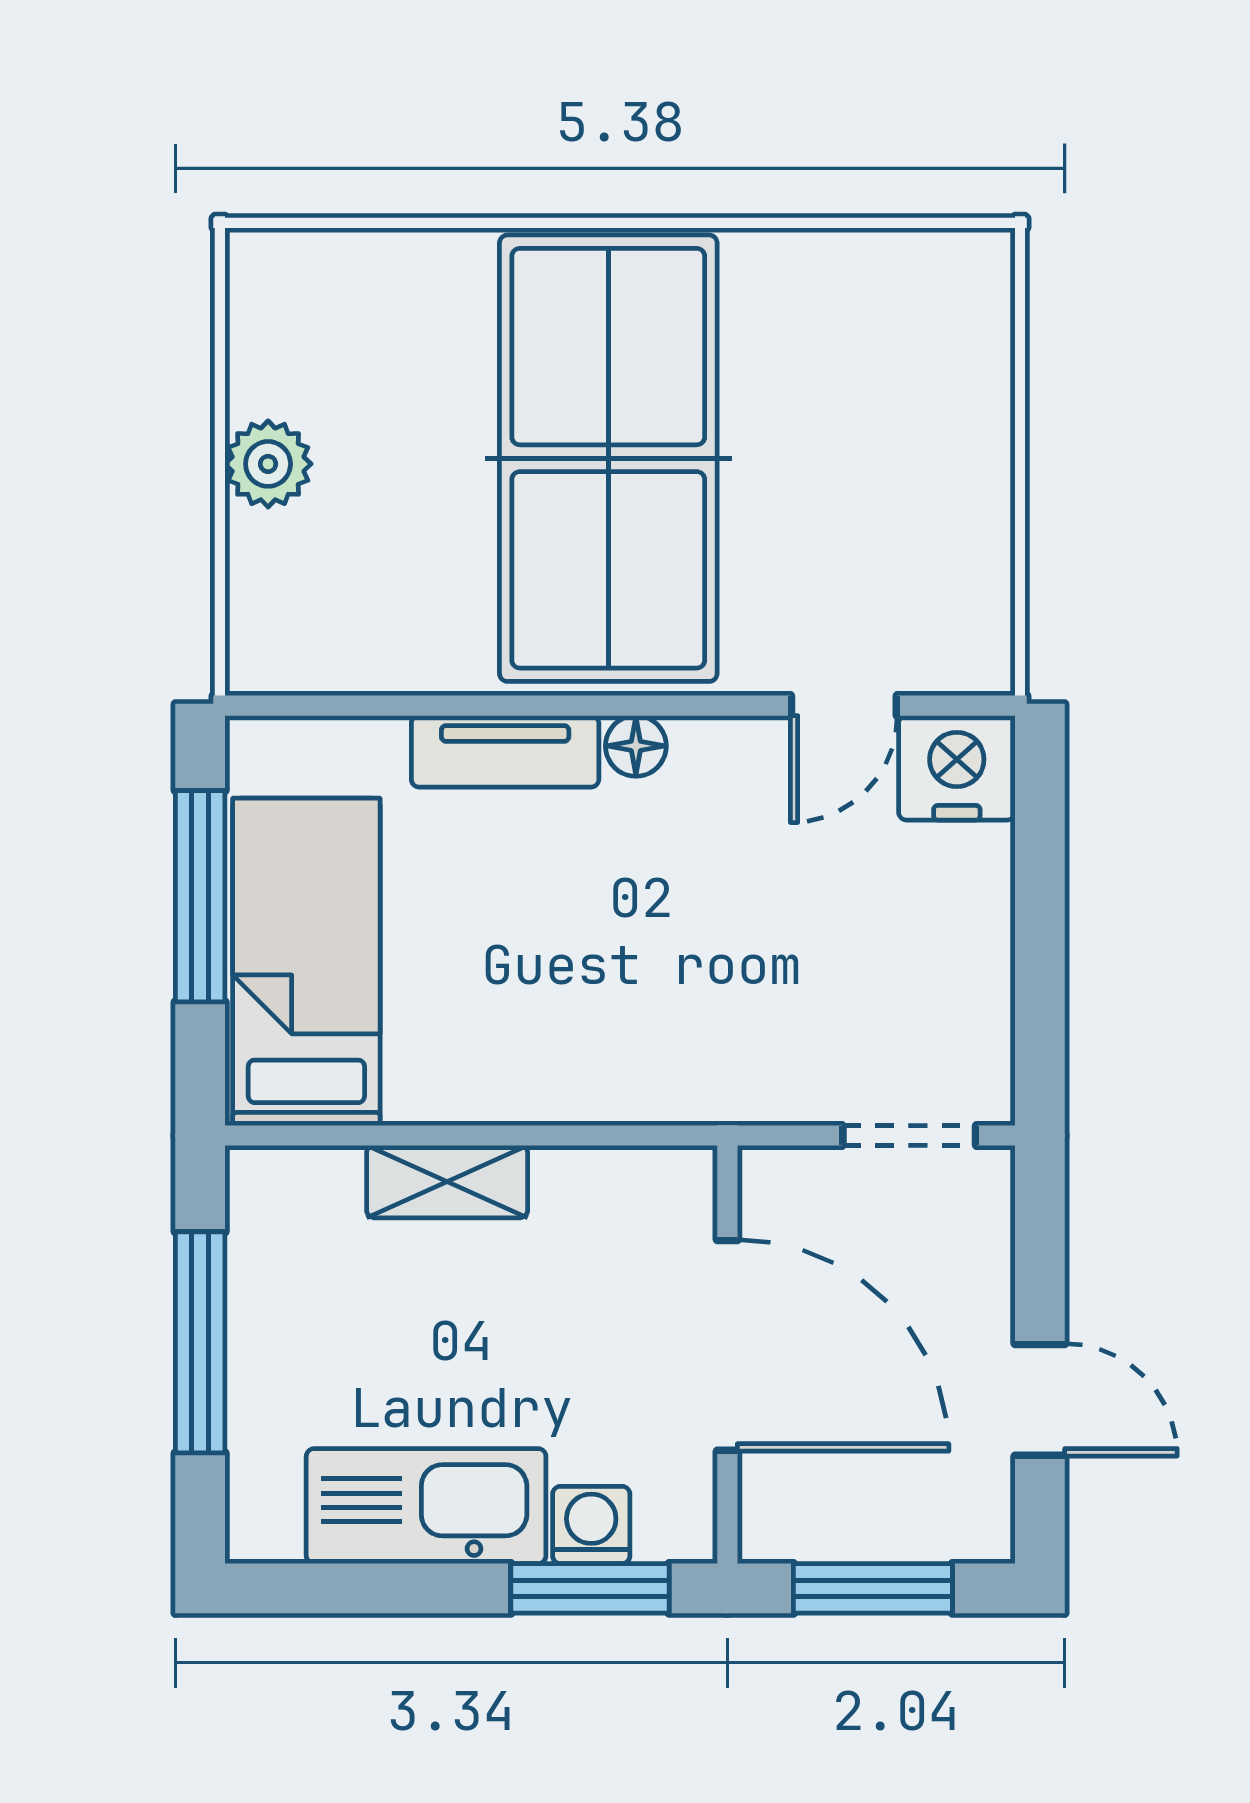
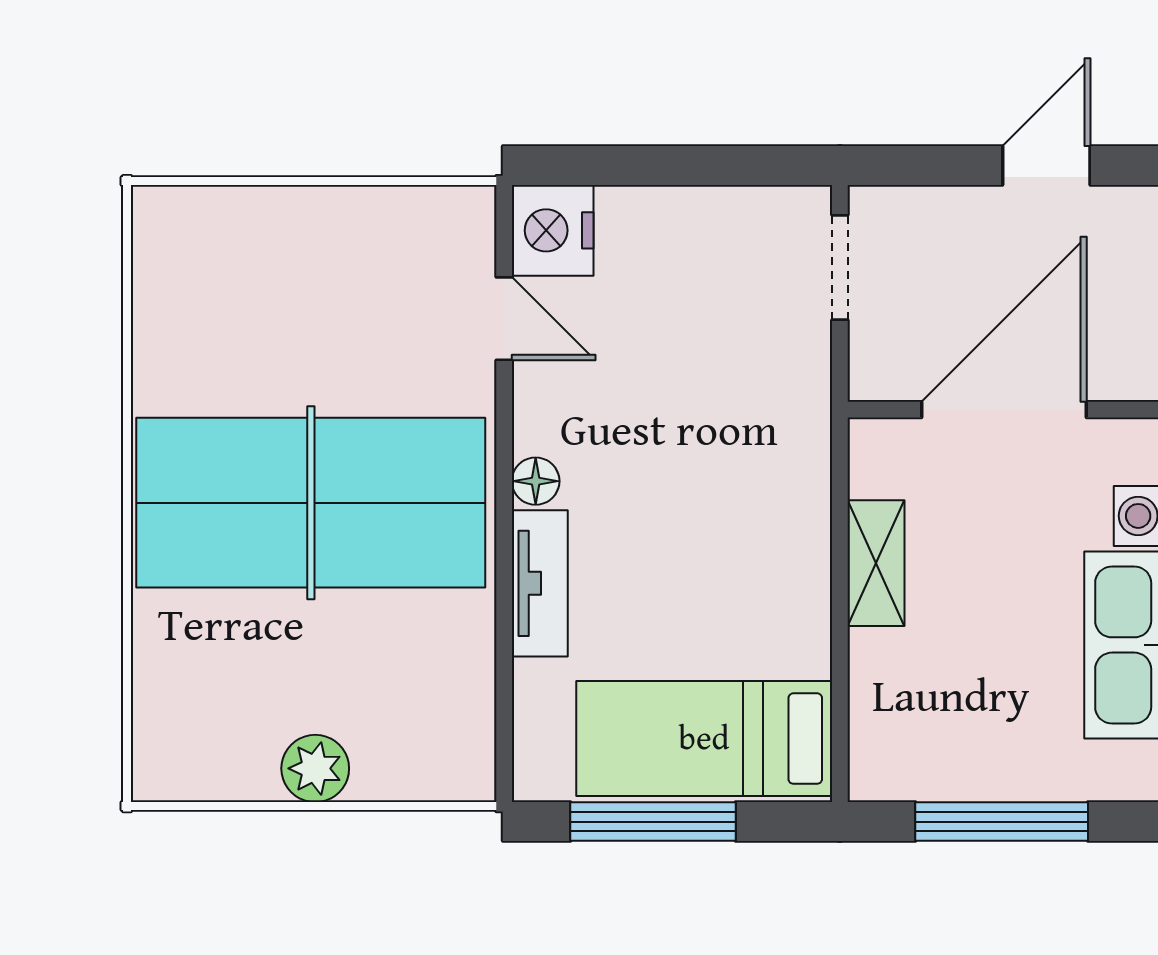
shelving: (447, 1182) -> (876, 563), moved

